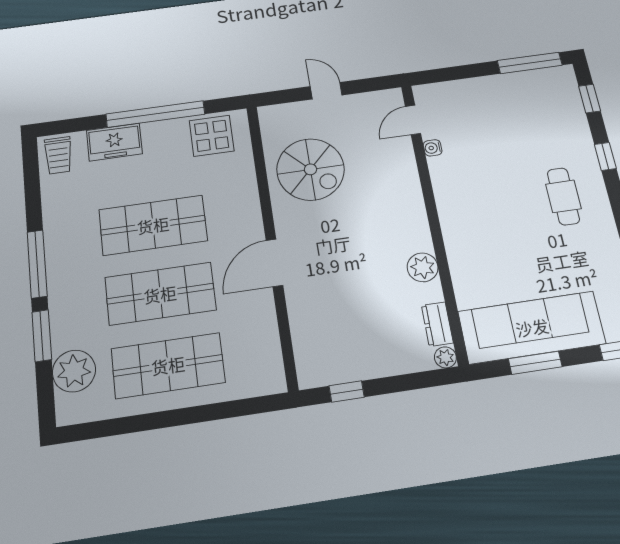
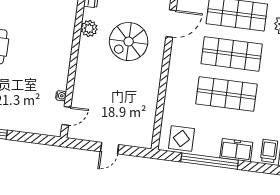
door: (326, 91) -> (110, 148), hinge flipped
spiral stairs: (310, 169) -> (129, 42), moved, turned -90
door: (274, 263) -> (171, 24), moved

